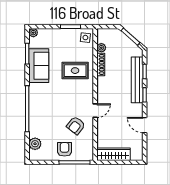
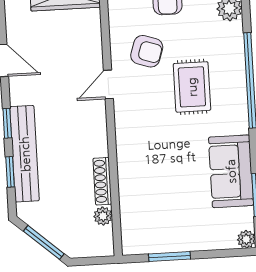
side table: (85, 38) -> (137, 235), removed
rug: (75, 71) -> (192, 87), moved, turned 90
armchair: (76, 125) -> (147, 51), turned 70

